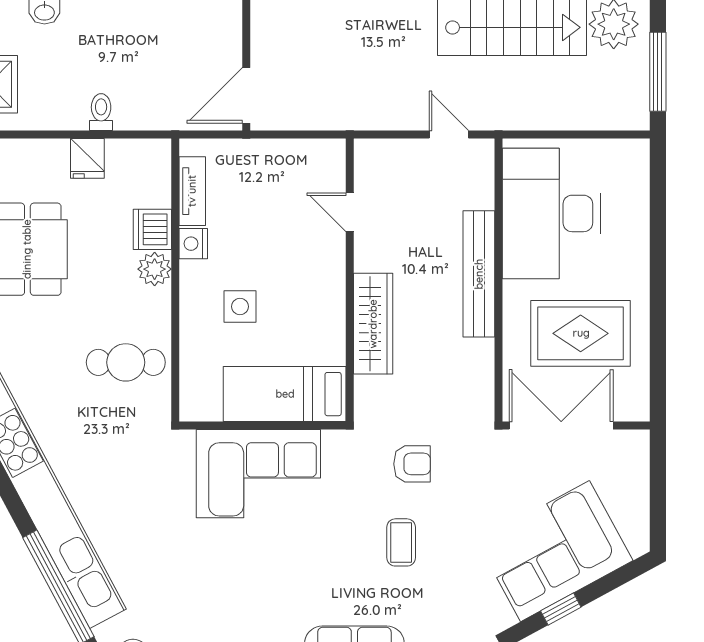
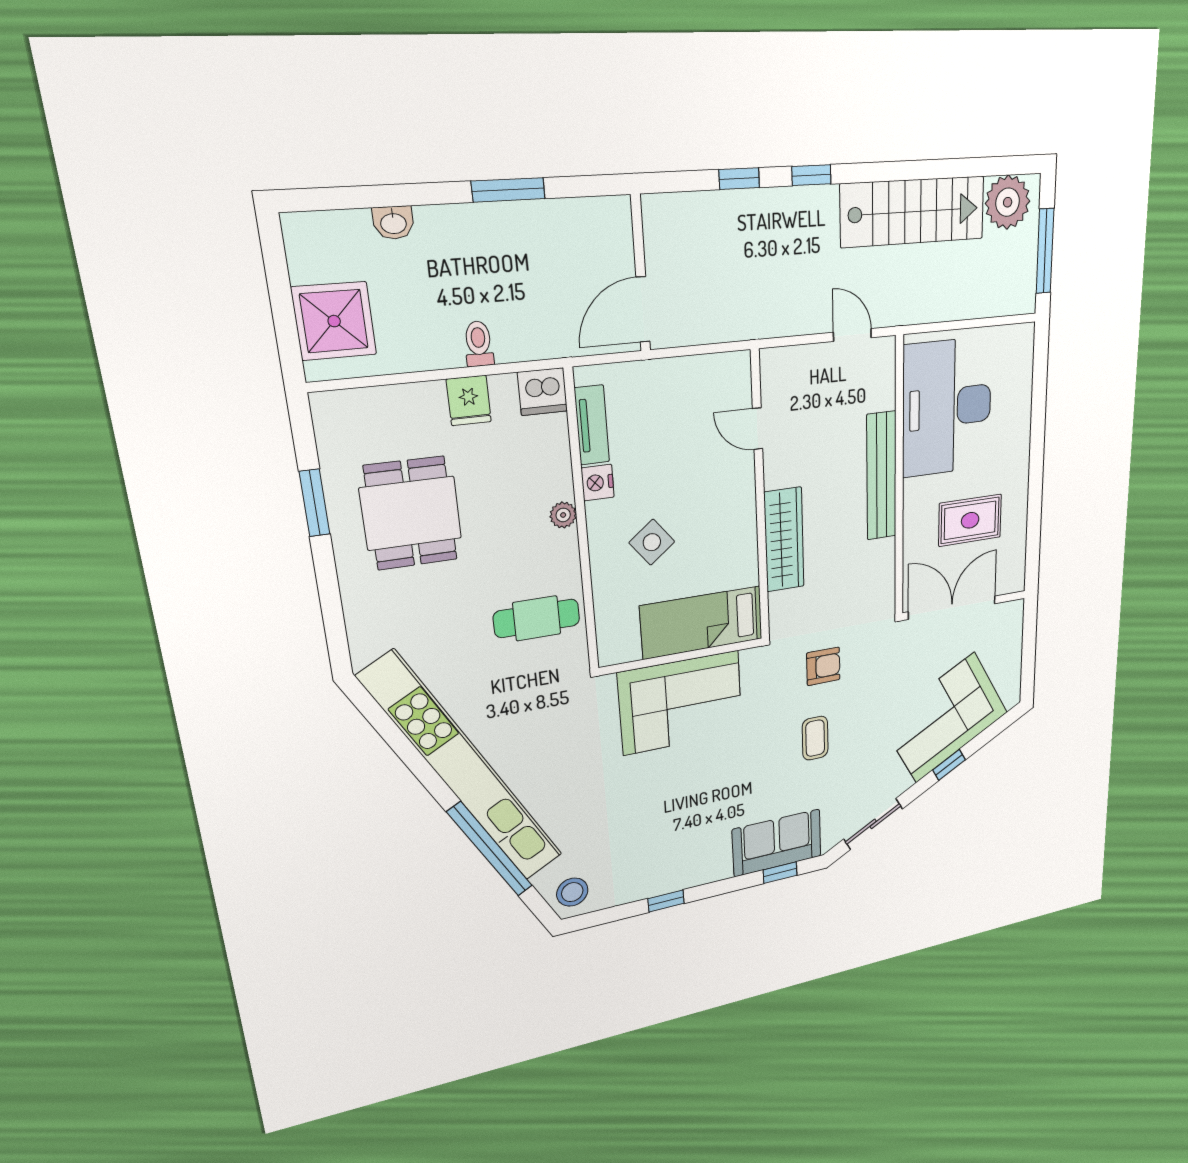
dishwasher: (152, 229) -> (542, 392), moved, turned -90
plant: (155, 269) -> (563, 515), width x0.73, depth x0.73
side table: (240, 307) -> (652, 542), turned -38
rug: (581, 333) -> (970, 520), width x0.73, depth x0.70

